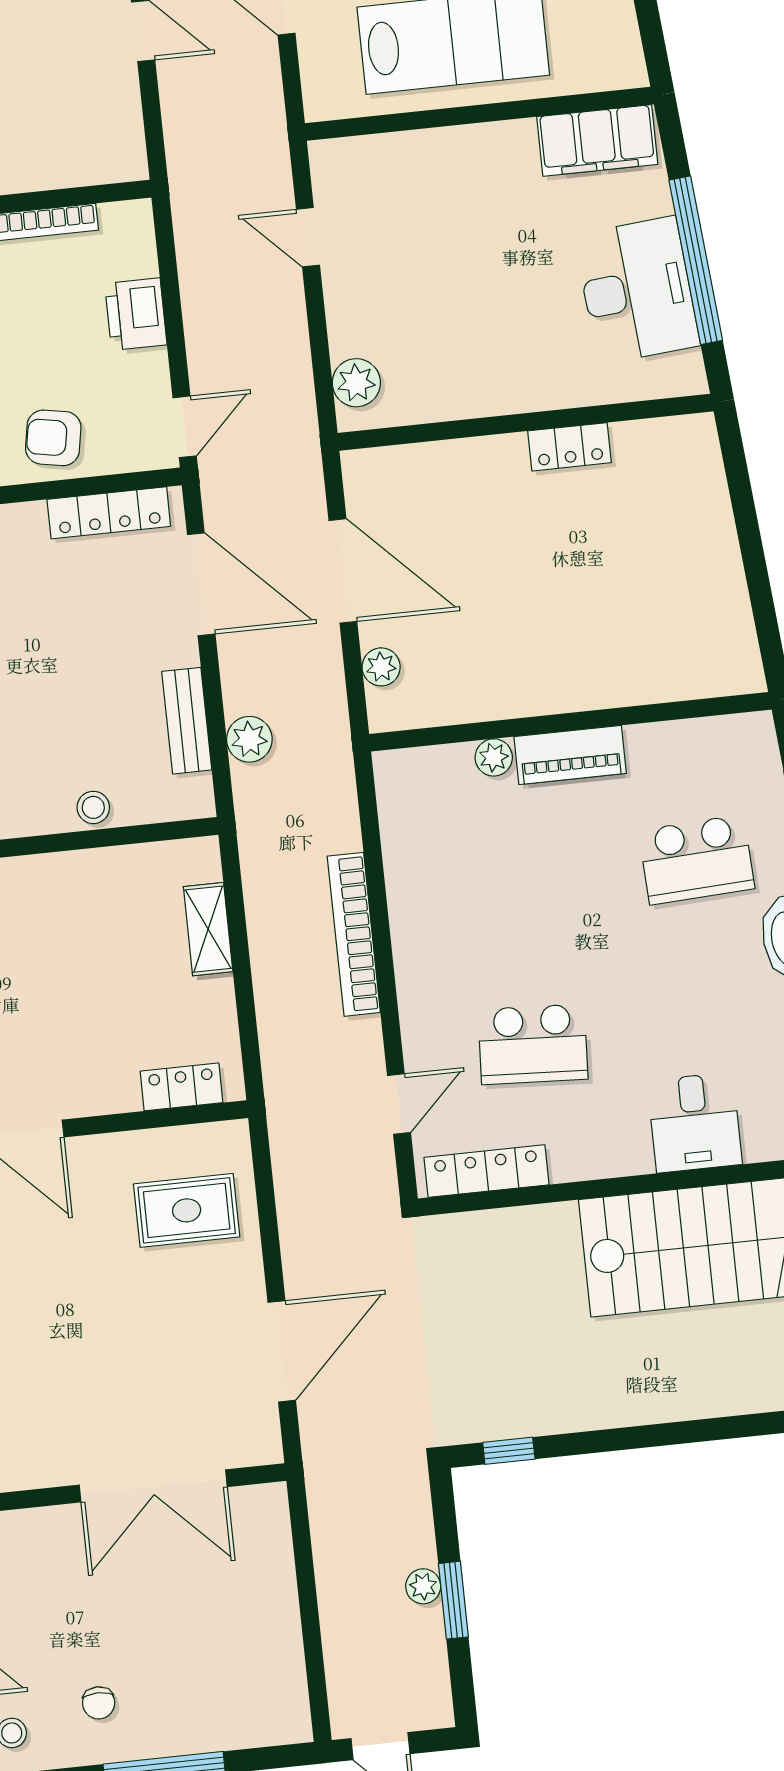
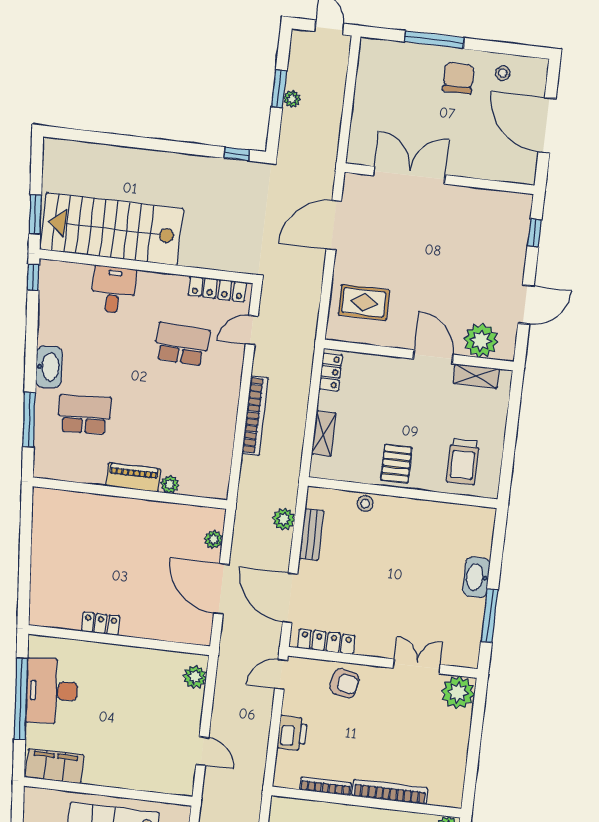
pallet: (49, 902) -> (396, 464), added
locker: (182, 1087) -> (331, 372), moved, turned -90
chair: (99, 1703) -> (458, 78), width x1.87, depth x1.87

